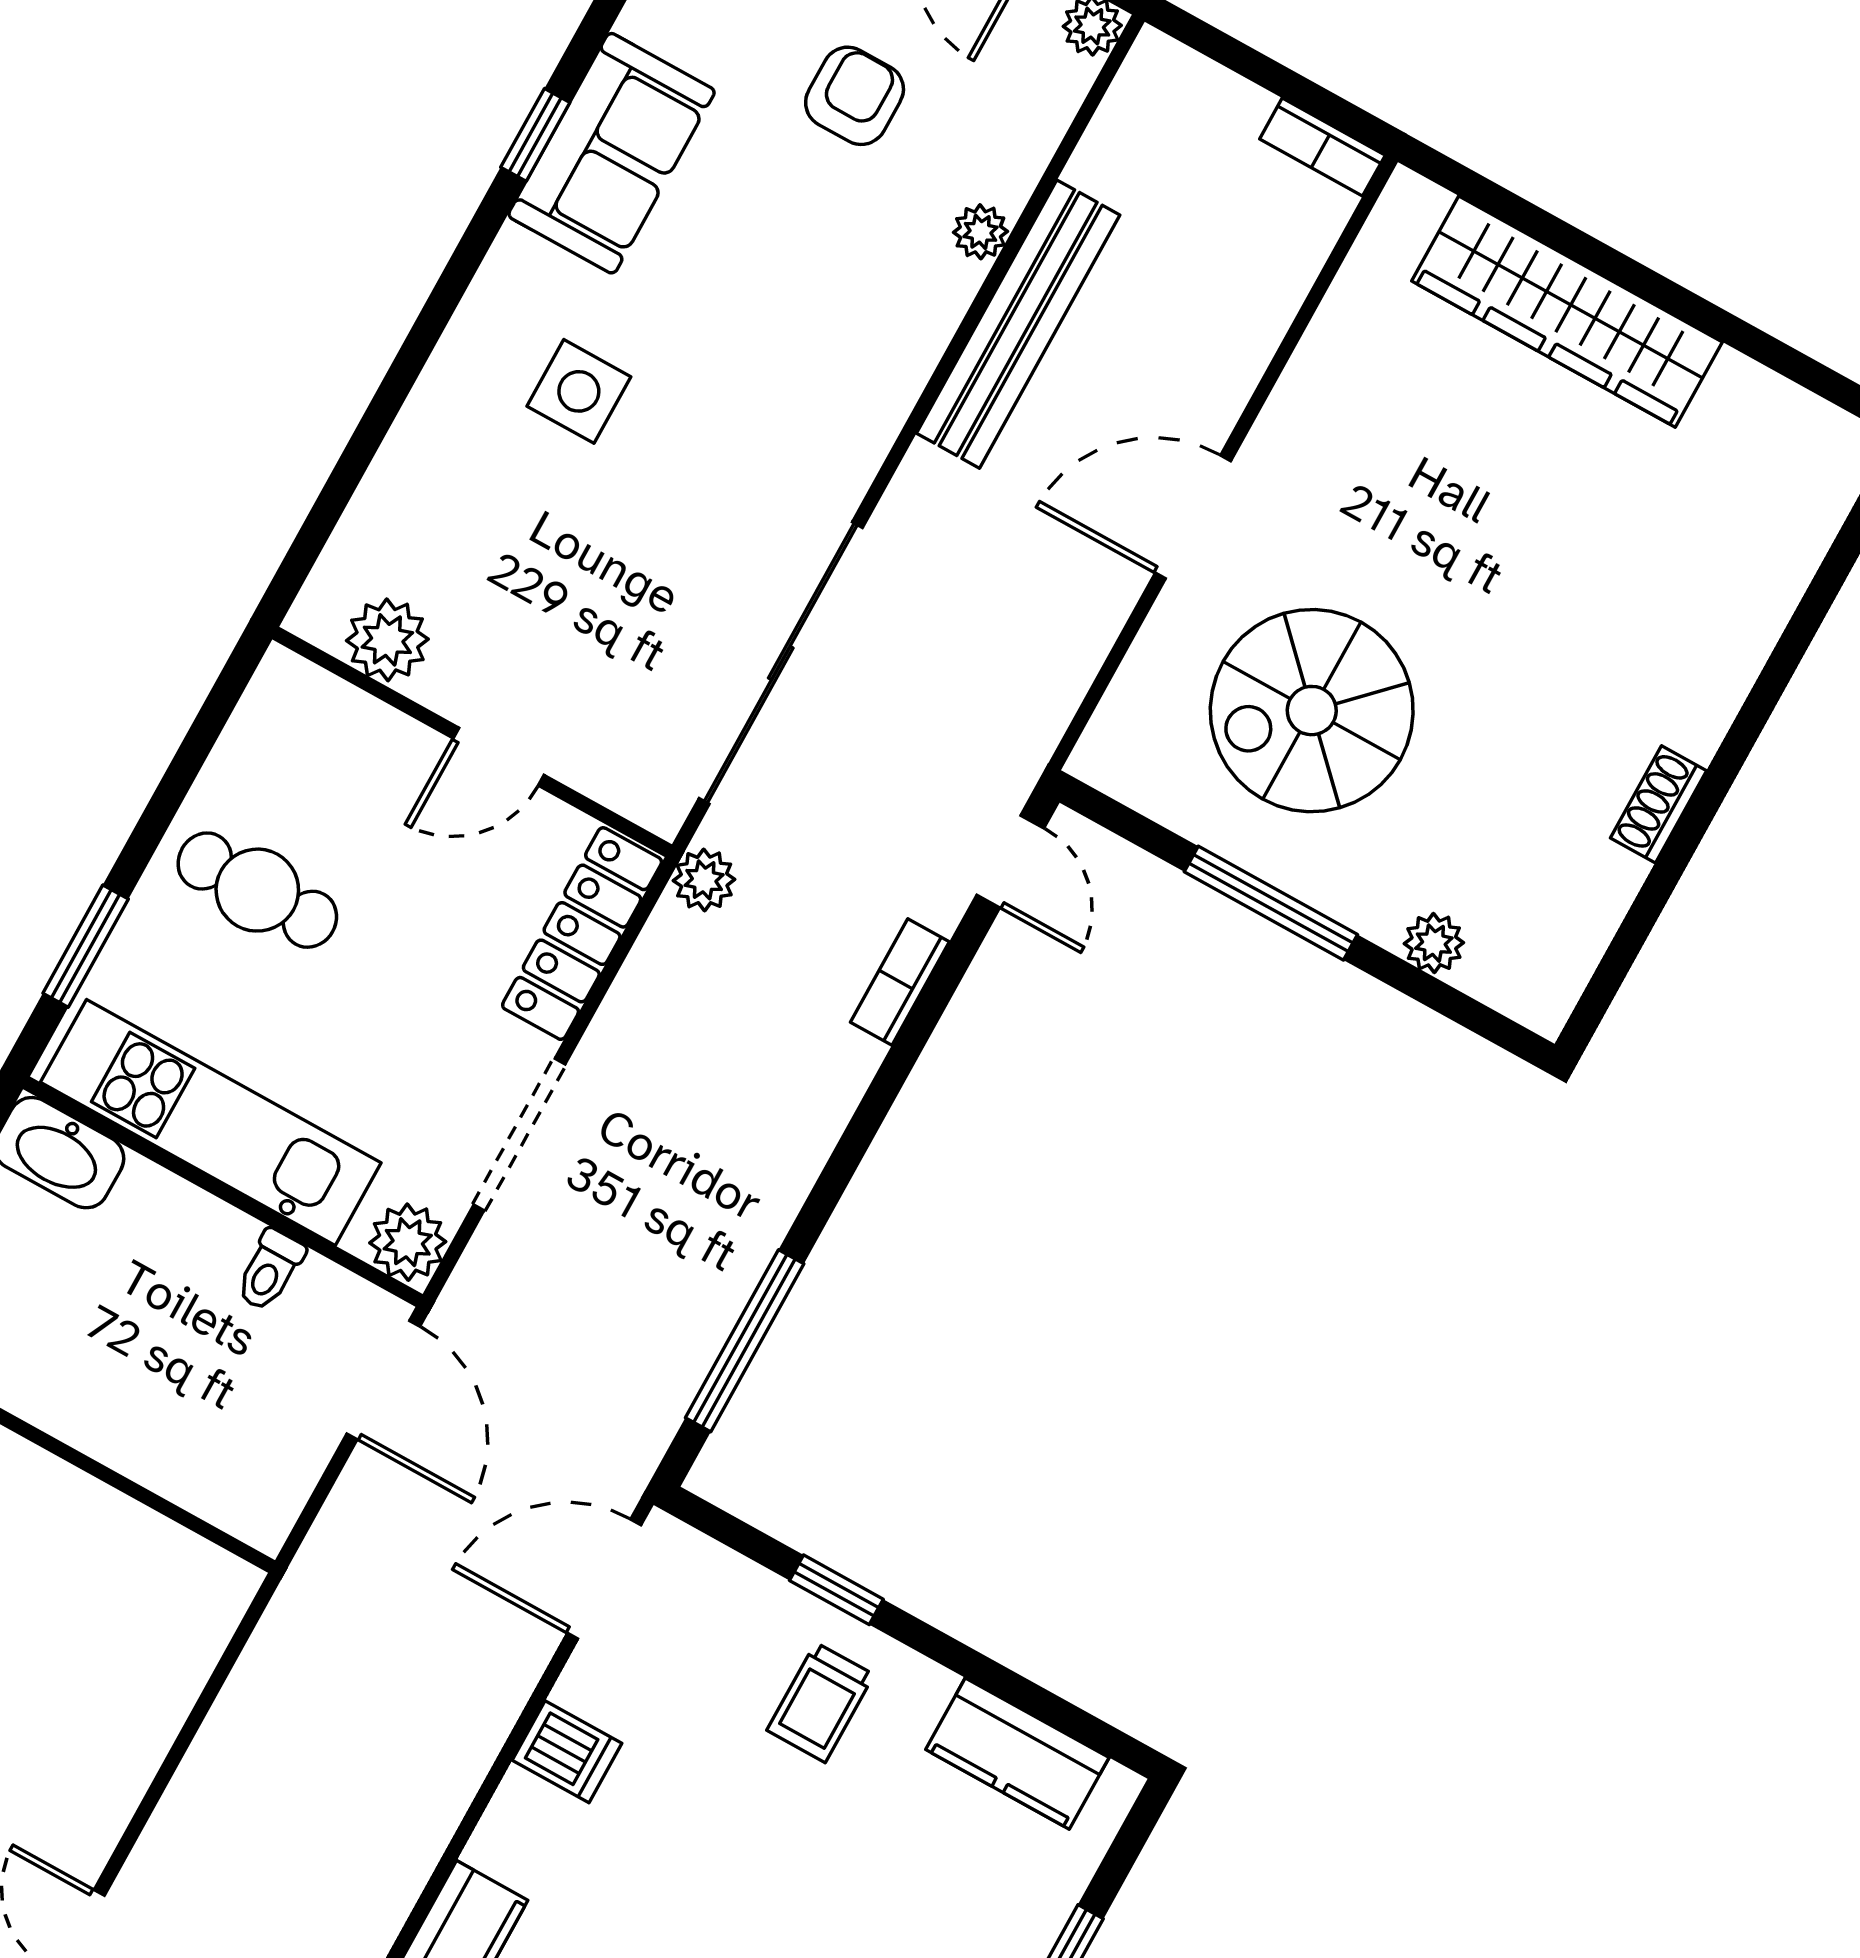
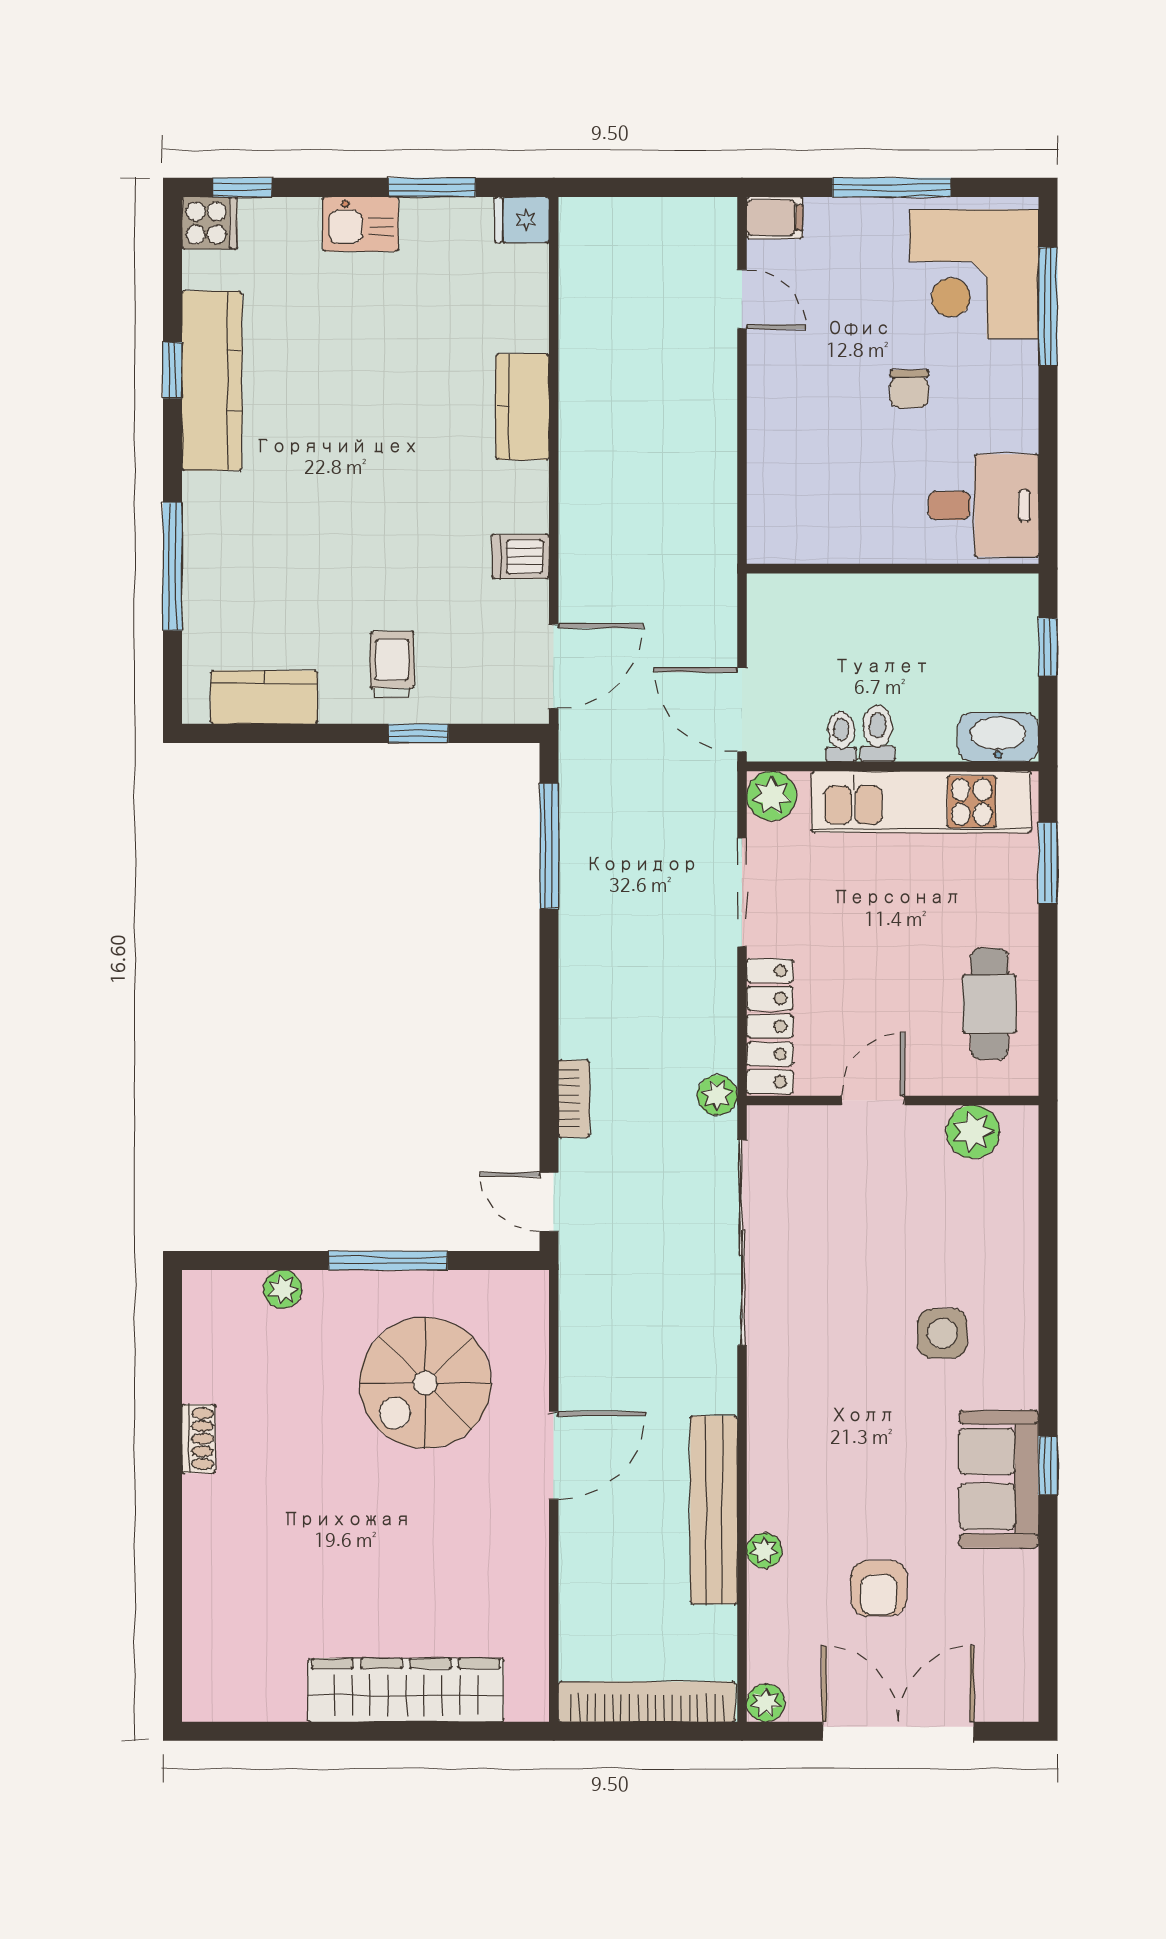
bookcase: (1322, 147) -> (647, 1702), width x2.31, depth x1.31
spiral stairs: (1312, 711) -> (425, 1383), turned 180
cafe table: (257, 890) -> (989, 1004), moved, turned 90
toilet: (218, 1247) -> (878, 733), added

